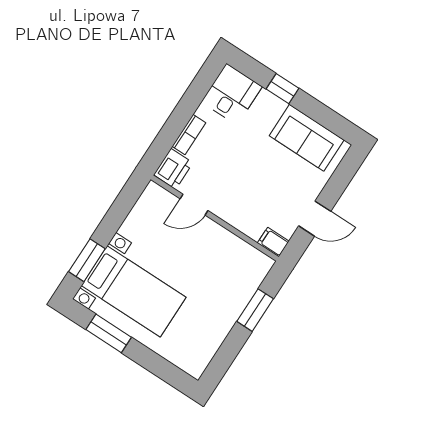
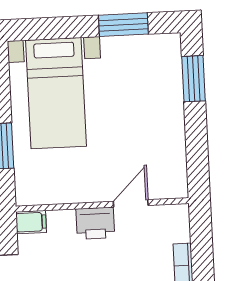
printer: (173, 169) -> (95, 223), moved, turned -90
bed with nightstands: (134, 291) -> (56, 93), moved, turned -90

